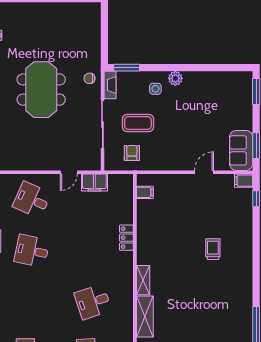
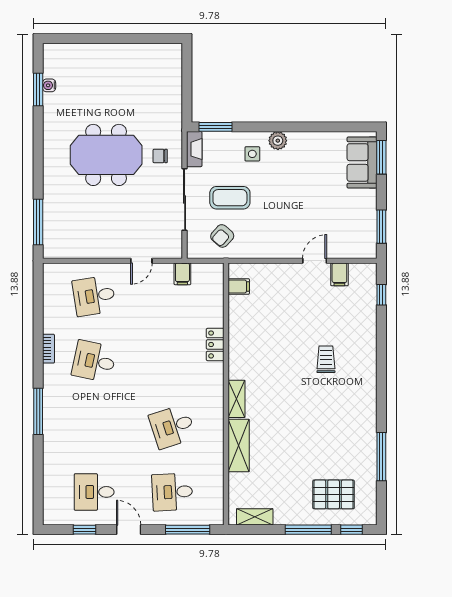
chair: (89, 78) -> (160, 156), moved
meeting table: (41, 90) -> (106, 155), turned 90
sofa: (241, 150) -> (362, 162), moved
armchair: (132, 153) -> (222, 236), turned -138
filing cabinet: (244, 181) -> (339, 274), moved, turned -90
filing cabinet: (94, 182) -> (182, 274), width x0.50
desk: (32, 200) -> (94, 296), turned -33

